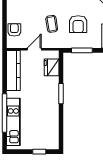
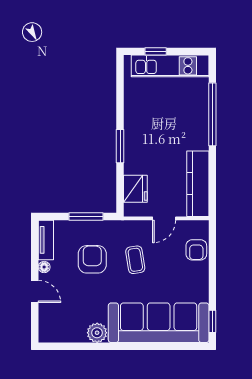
kitchen unit: (13, 122) -> (170, 66), moved, turned -90

